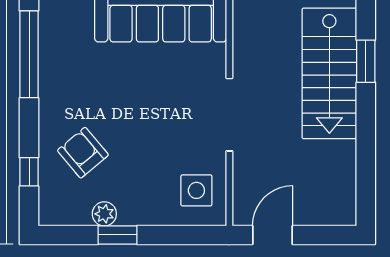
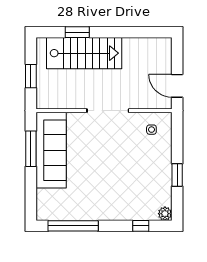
armchair: (83, 153) -> (130, 195), removed
side table: (196, 190) -> (151, 130), width x0.54, depth x0.54
plant: (104, 214) -> (165, 214), moved

